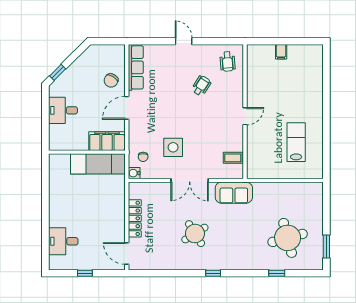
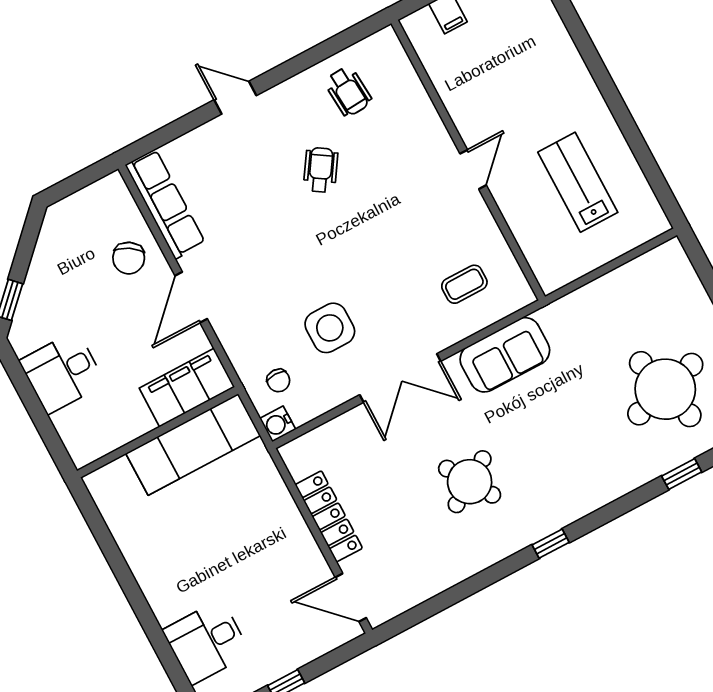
wall: (245, 112) -> (468, 160), moved
door: (245, 116) -> (473, 169), moved

